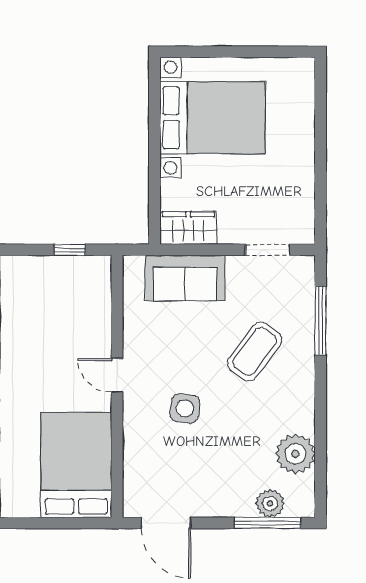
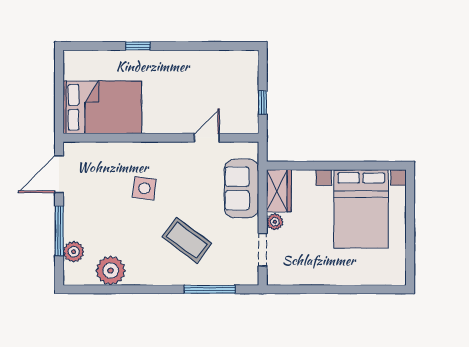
plant: (230, 233) -> (275, 222), added
door: (117, 375) -> (207, 138), moved
window: (268, 523) -> (59, 231), moved

